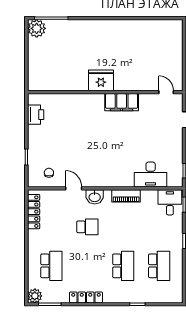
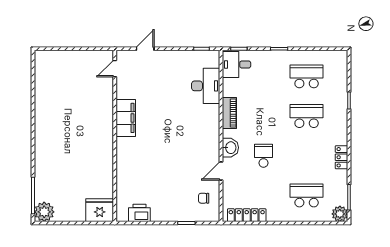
fridge: (101, 80) -> (100, 210), moved, turned 90
locker: (86, 297) -> (342, 157), width x0.66

